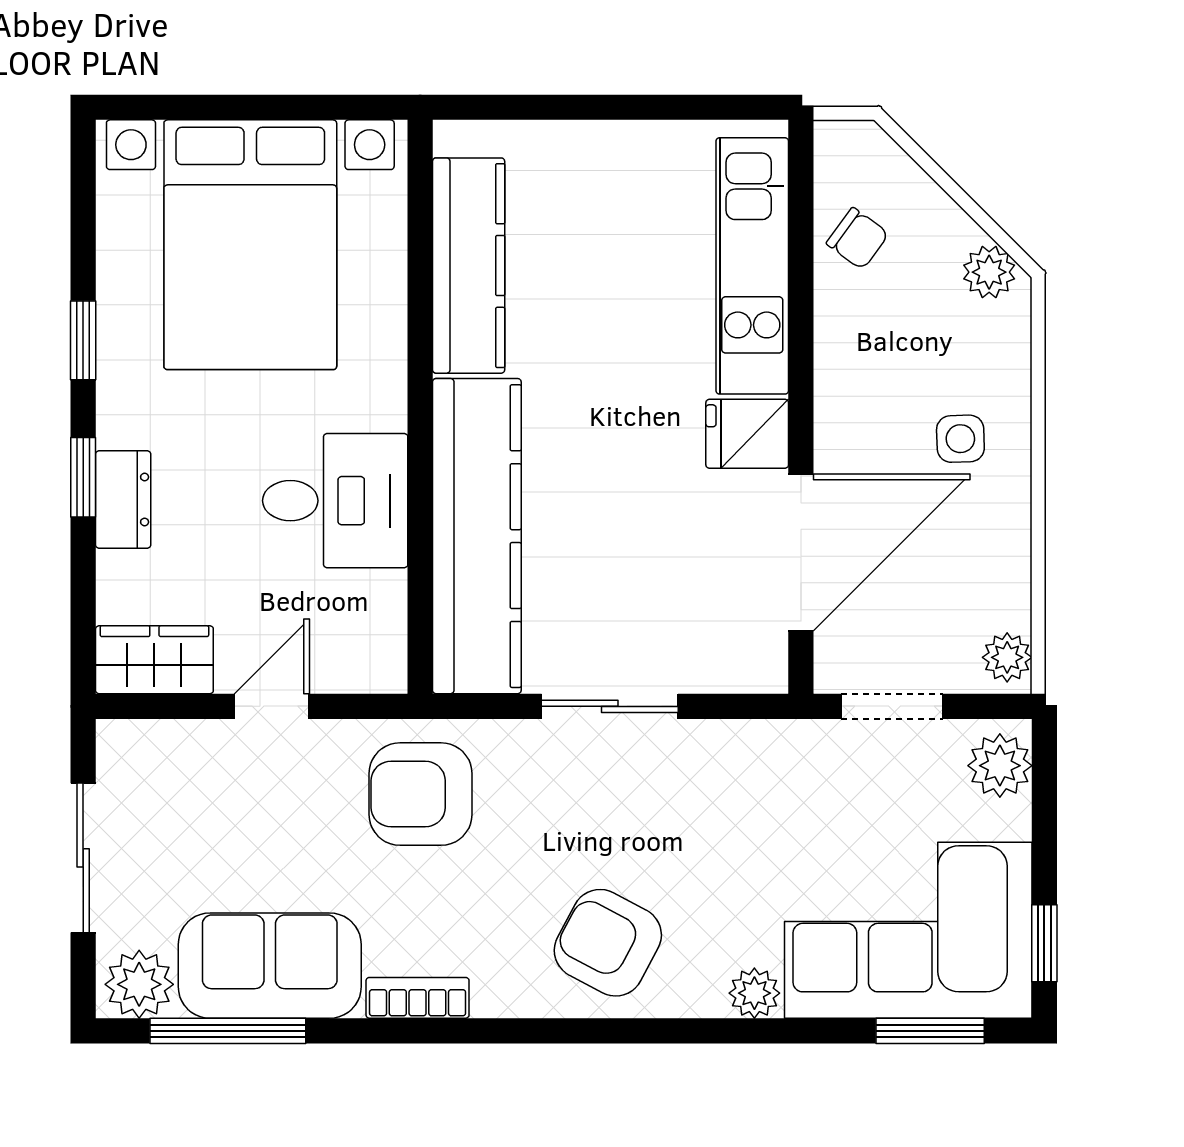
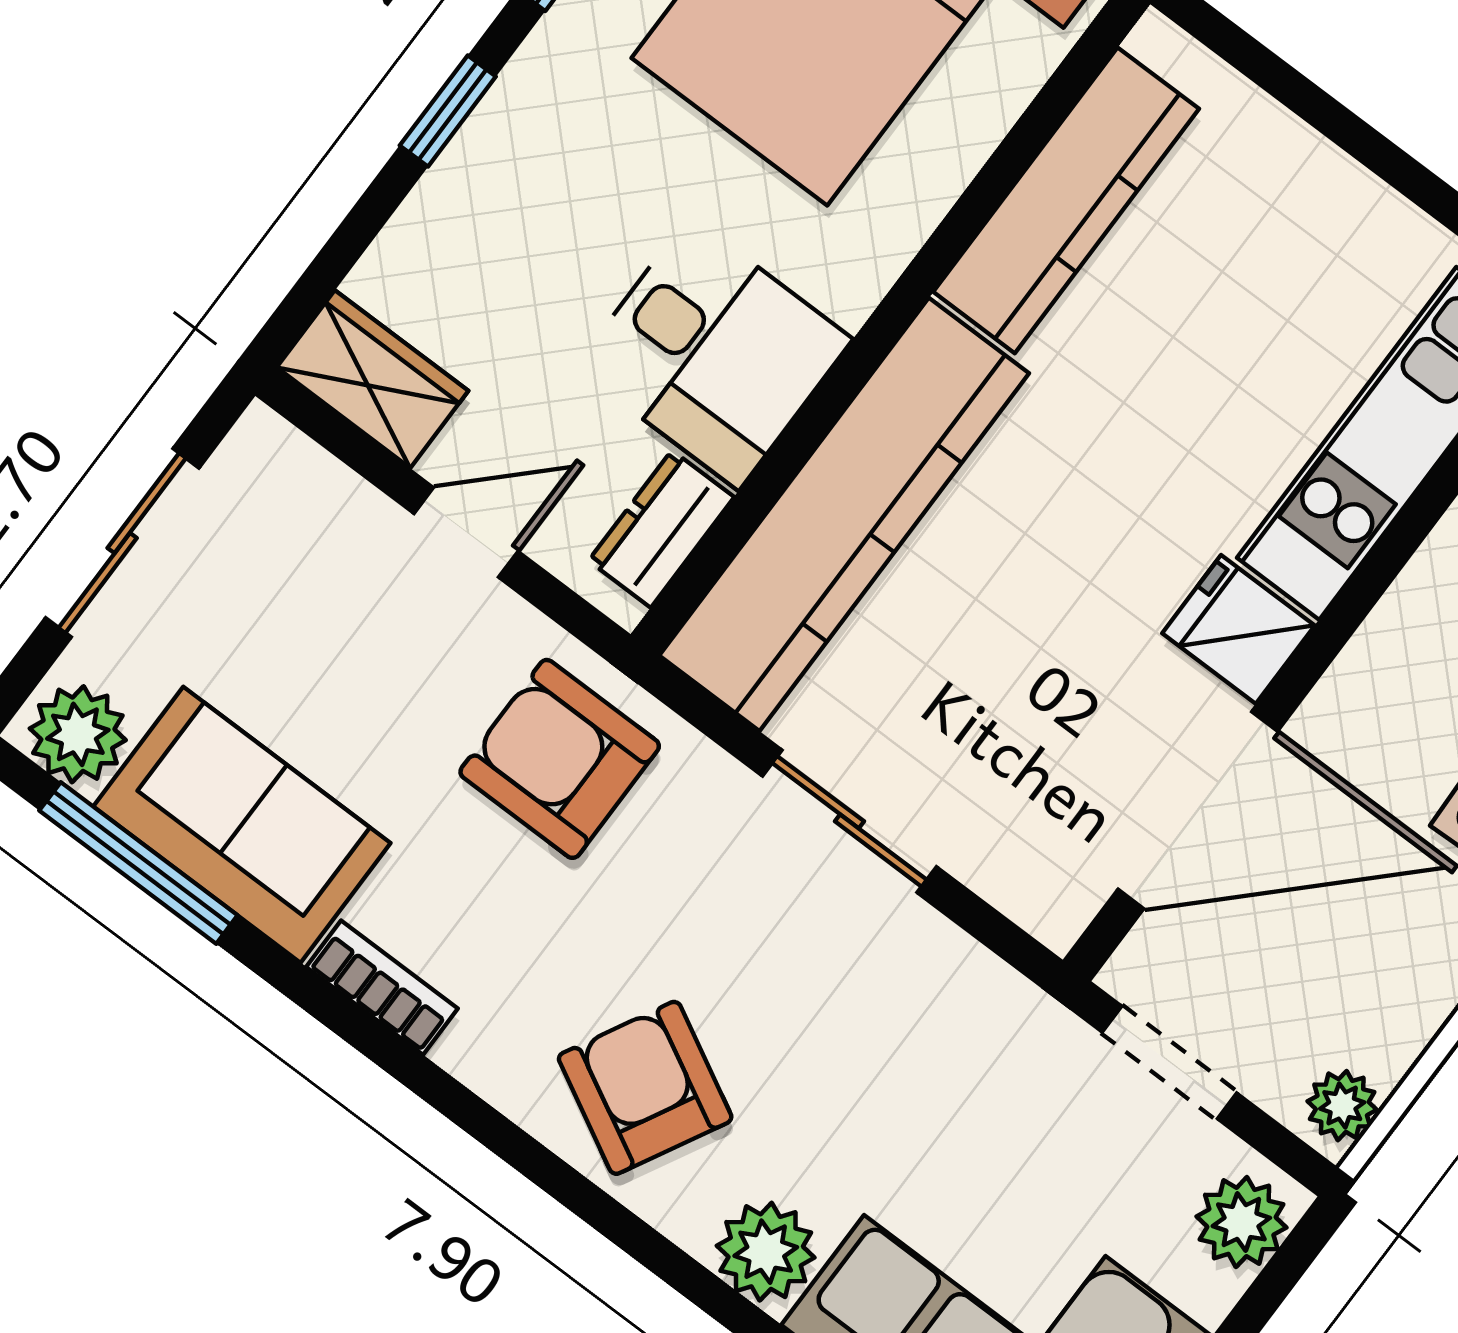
dresser: (123, 499) -> (661, 529), moved, turned 180
plant: (754, 993) -> (766, 1252), width x1.38, depth x1.38

